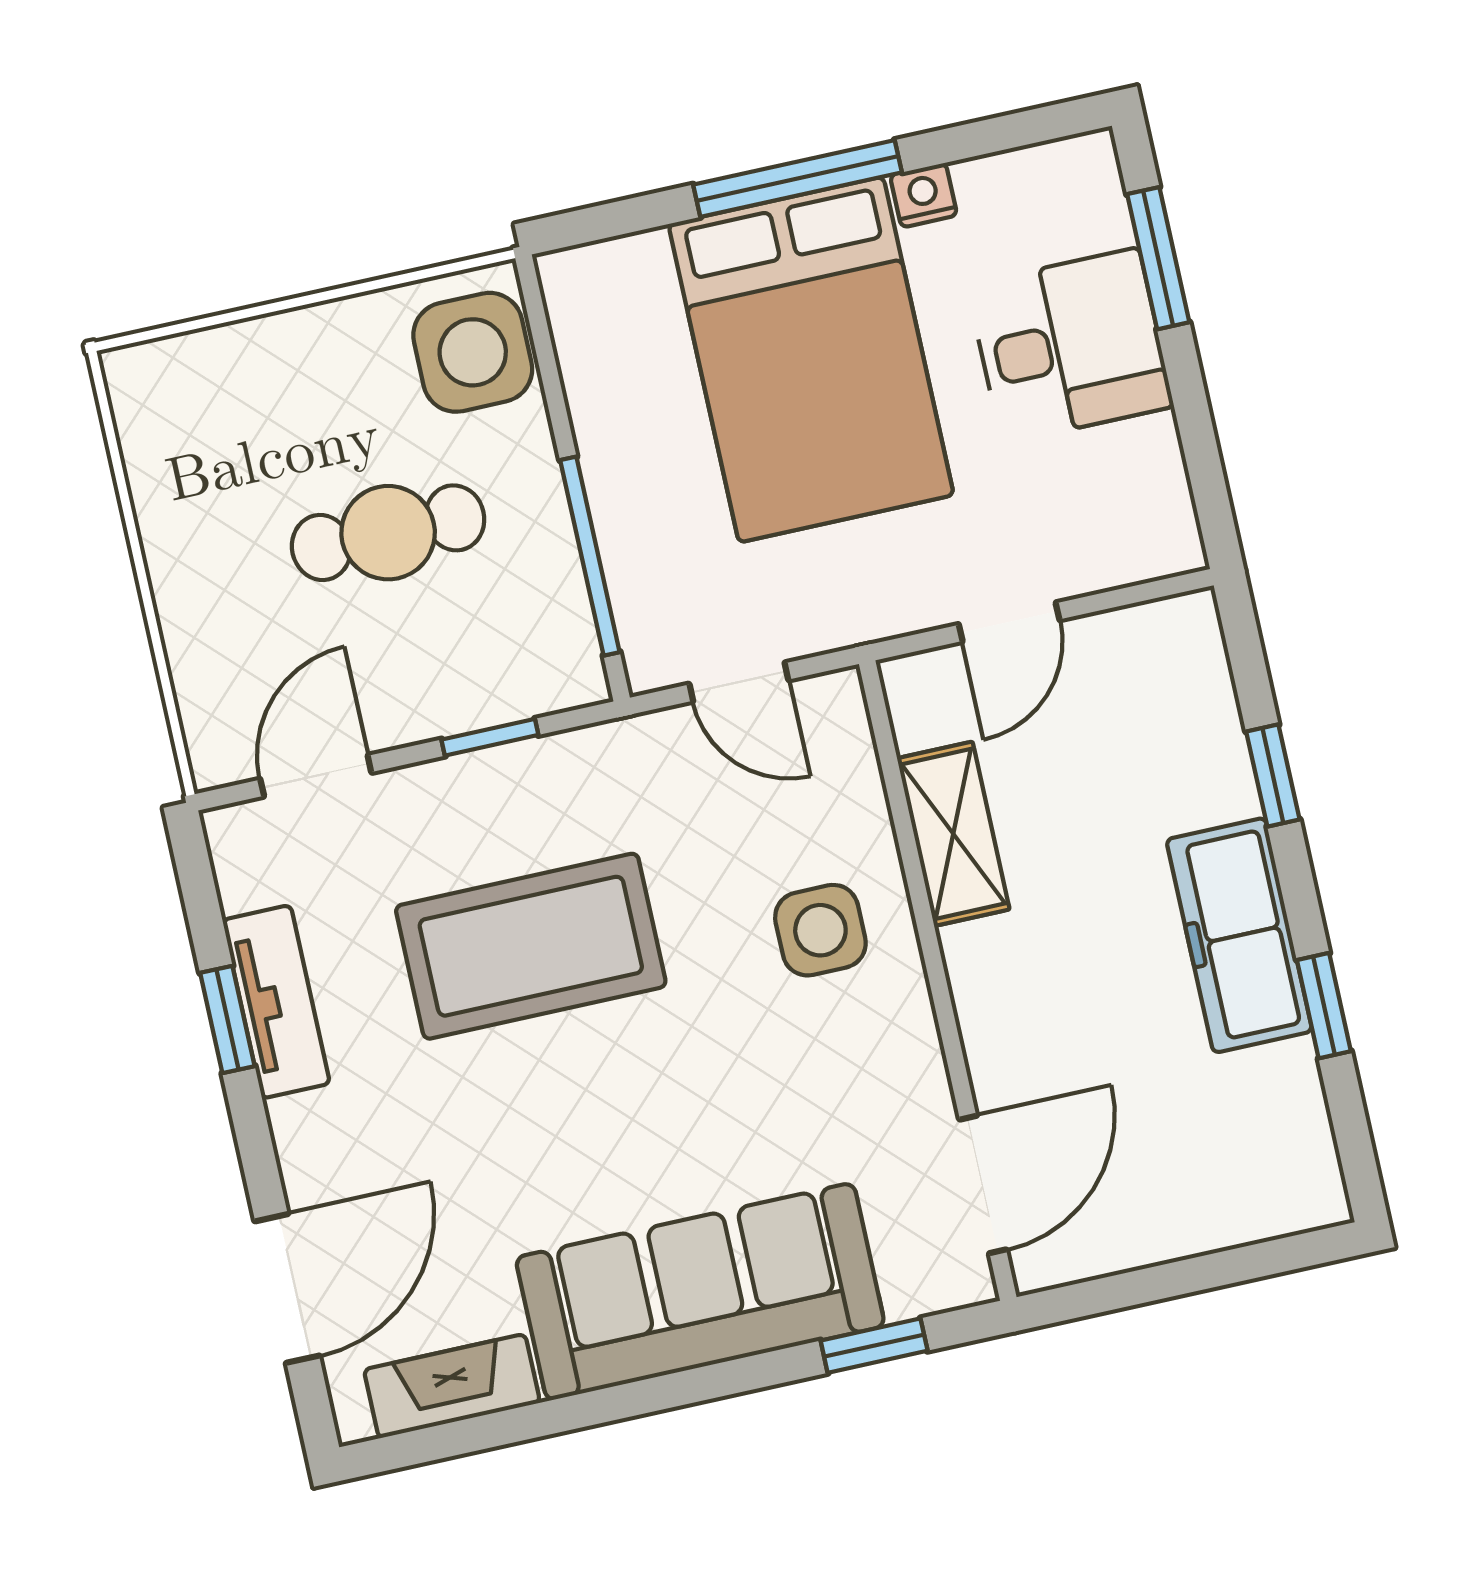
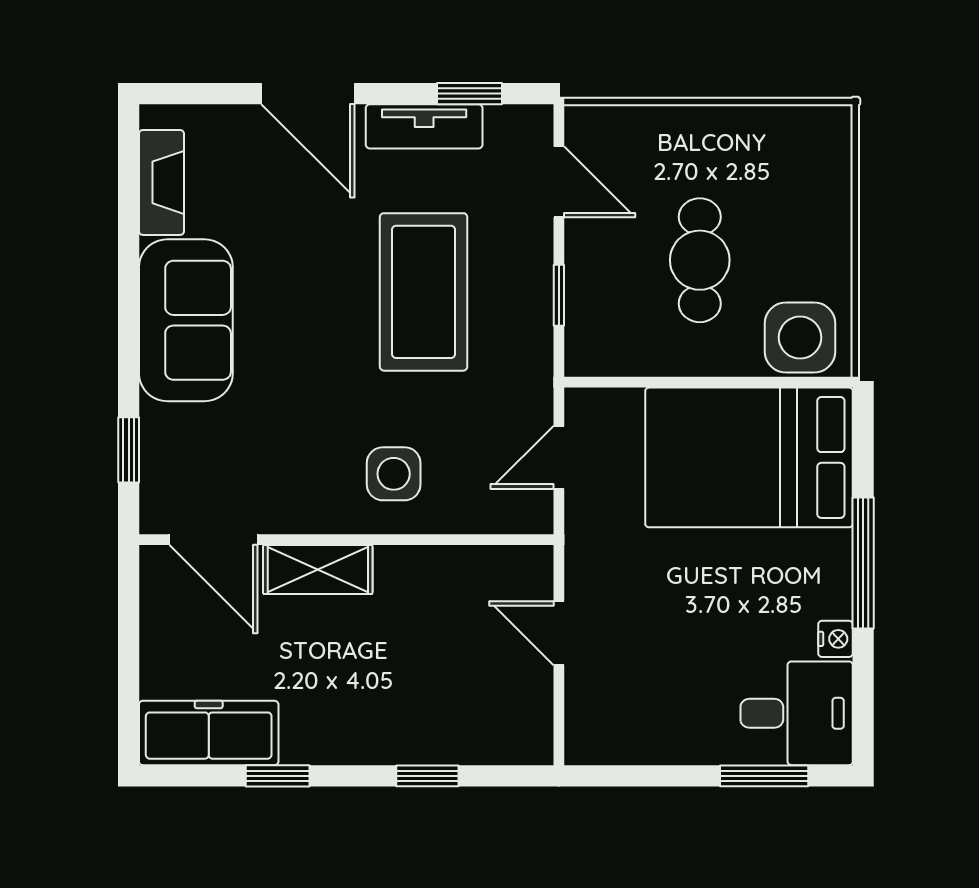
desk: (1070, 346) -> (797, 713), moved, turned -90
bed: (811, 360) -> (749, 457), moved
window: (590, 556) -> (657, 382), removed
shelving: (953, 834) -> (318, 569), moved
freezer: (1239, 935) -> (209, 733), moved
window: (227, 1019) -> (469, 94), moved
door: (287, 1288) -> (308, 94), moved
sofa: (700, 1292) -> (186, 320), width x0.73

